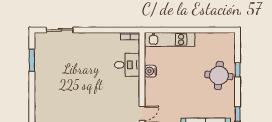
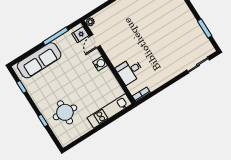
water cooler: (150, 71) -> (100, 64), moved
round table: (219, 75) -> (65, 112), moved

